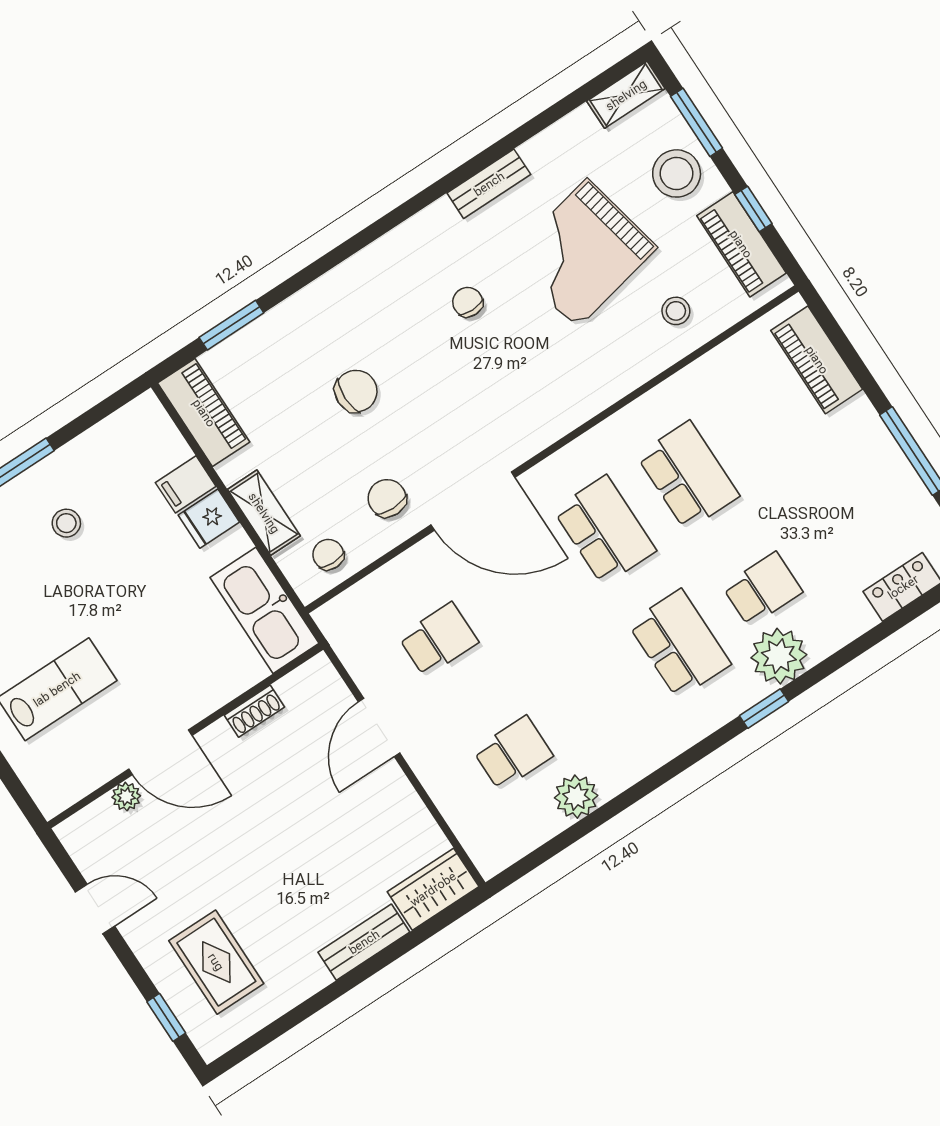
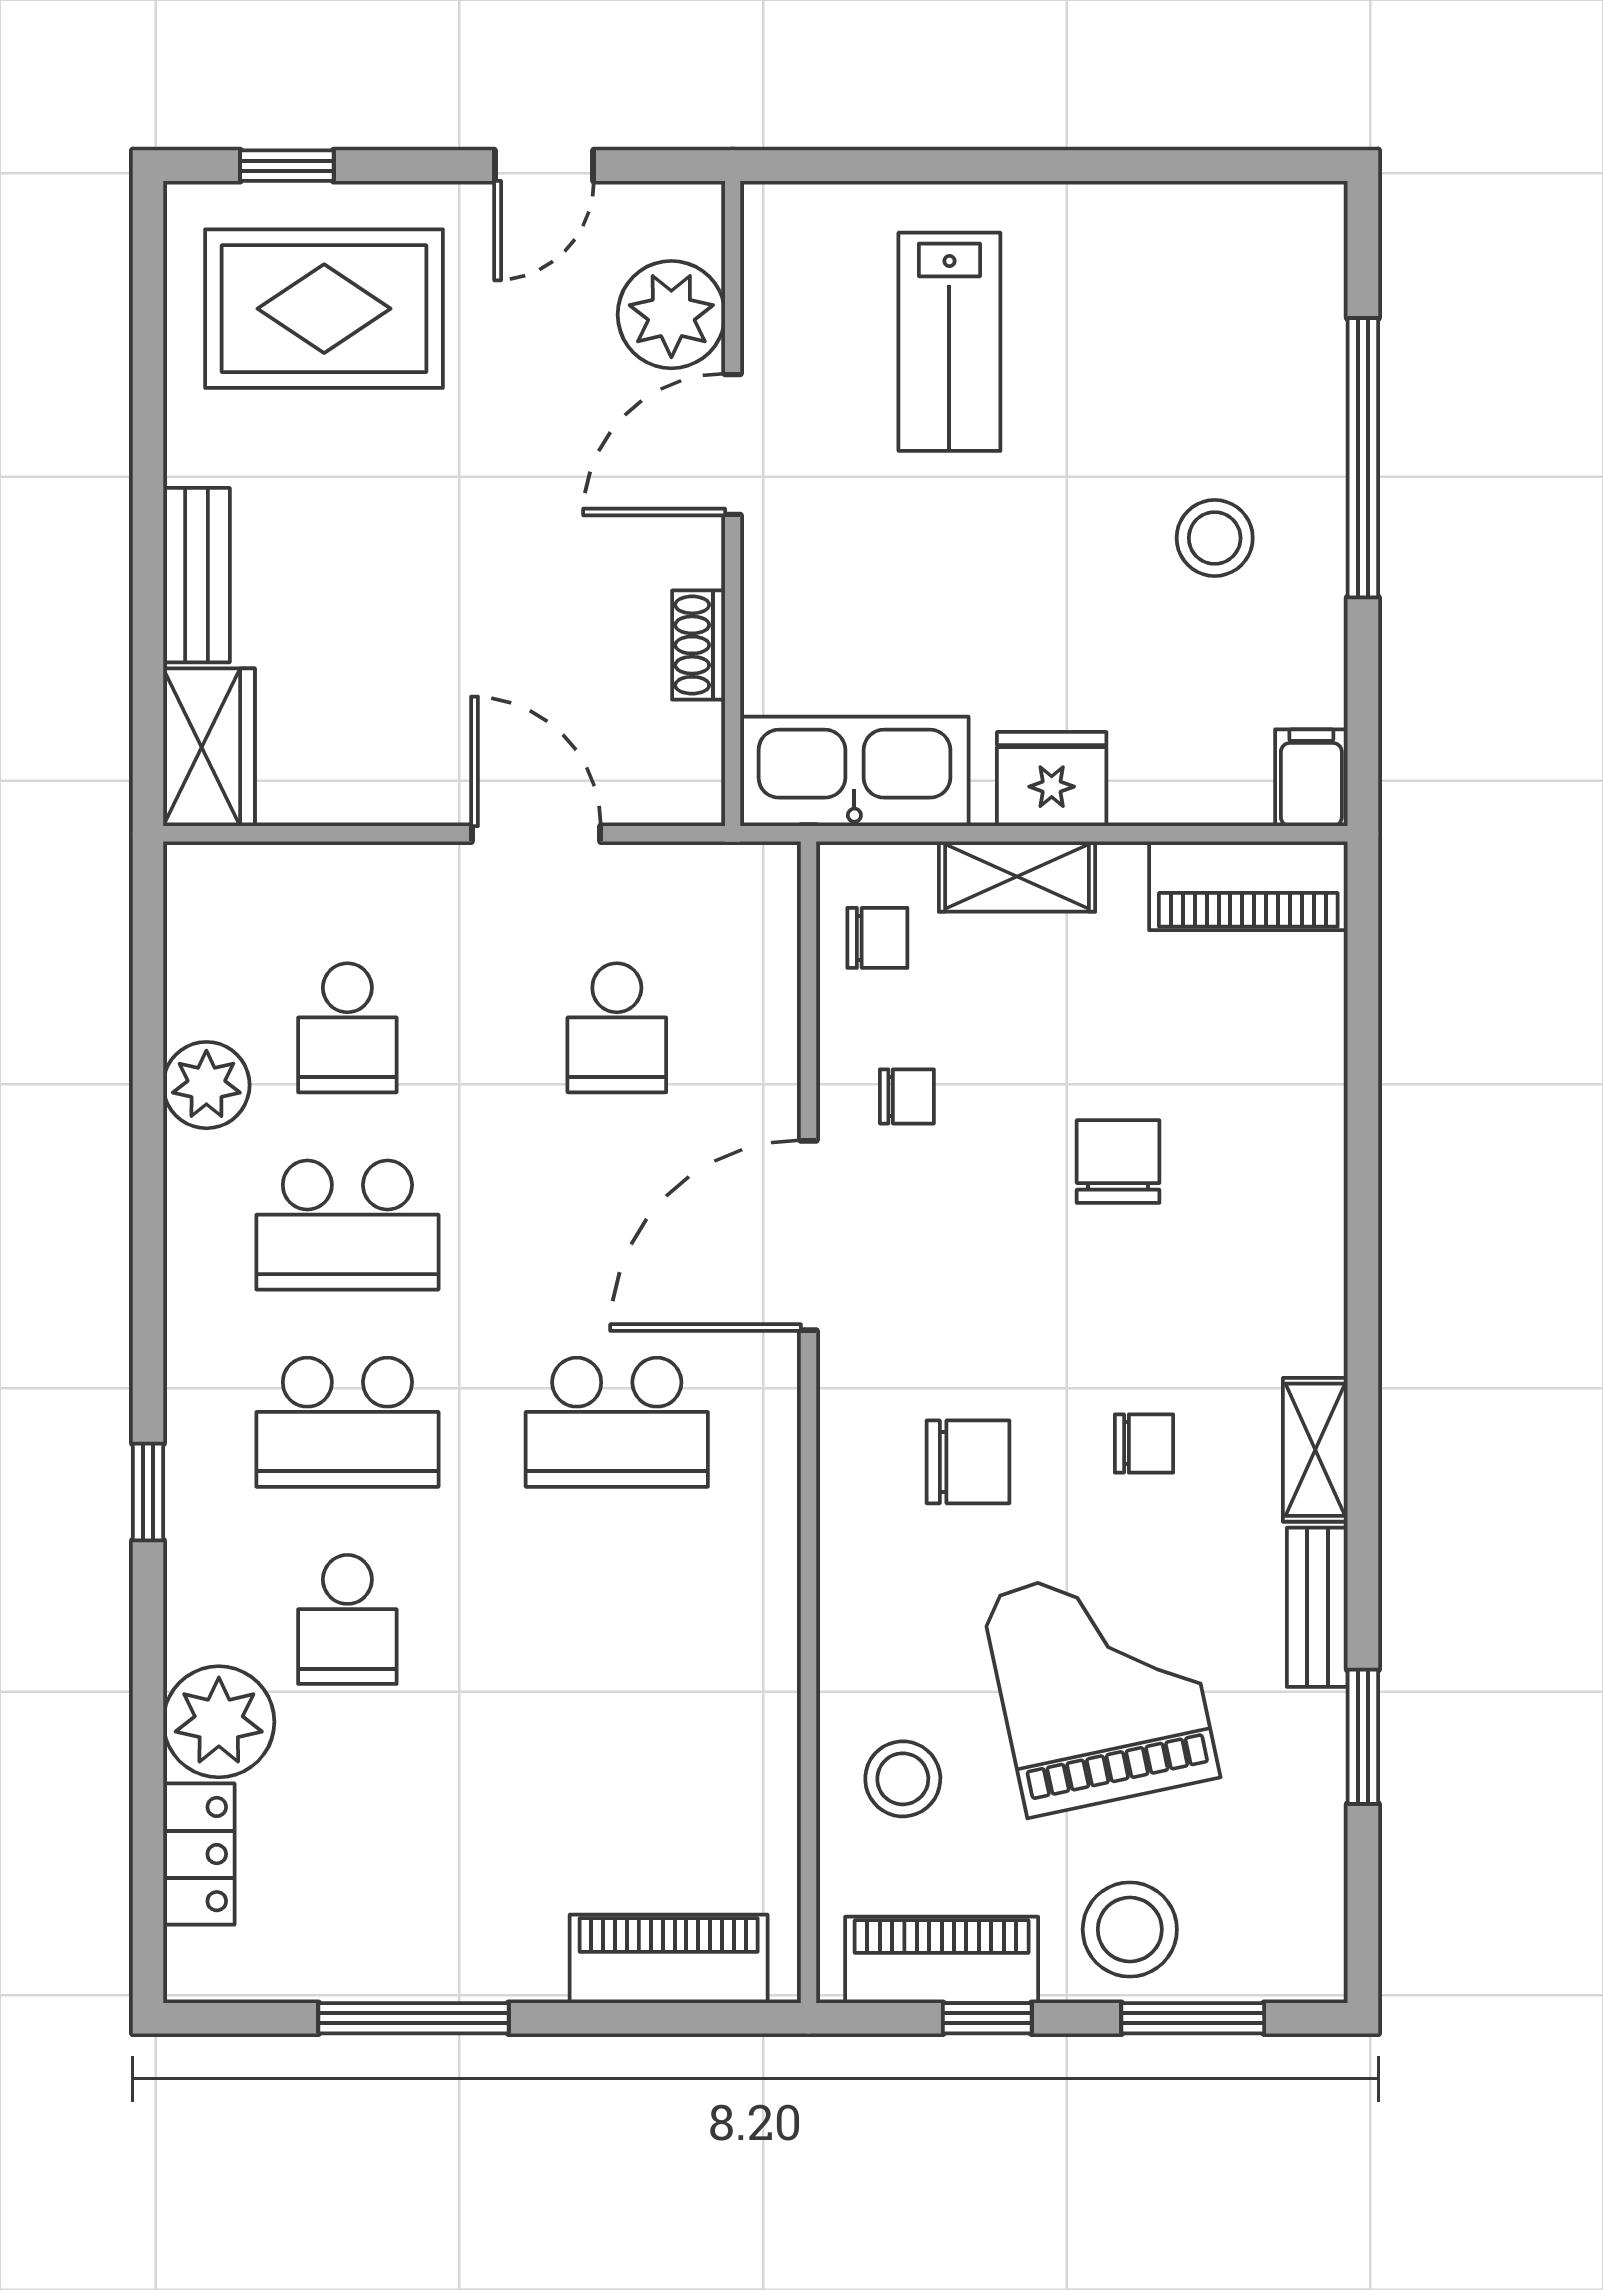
shelving: (626, 95) -> (1315, 1450), moved
stool: (676, 311) -> (903, 1779), width x1.37, depth x1.37
window: (231, 325) -> (1363, 1737), moved
chair: (524, 371) -> (968, 1462), added
chair: (356, 391) -> (1118, 1162), turned 180
school desk: (688, 476) -> (347, 1225), moved
filing cabinet: (186, 484) -> (1311, 778), moved
chair: (387, 498) -> (907, 1096), width x0.73, depth x0.73
fridge: (209, 519) -> (1052, 779), width x1.38
stool: (66, 523) -> (1215, 538), width x1.37, depth x1.37
plant: (779, 656) -> (219, 1722), moved
plant: (126, 797) -> (671, 315), width x1.87, depth x1.87
rug: (216, 962) -> (324, 309), width x1.36, depth x1.43

